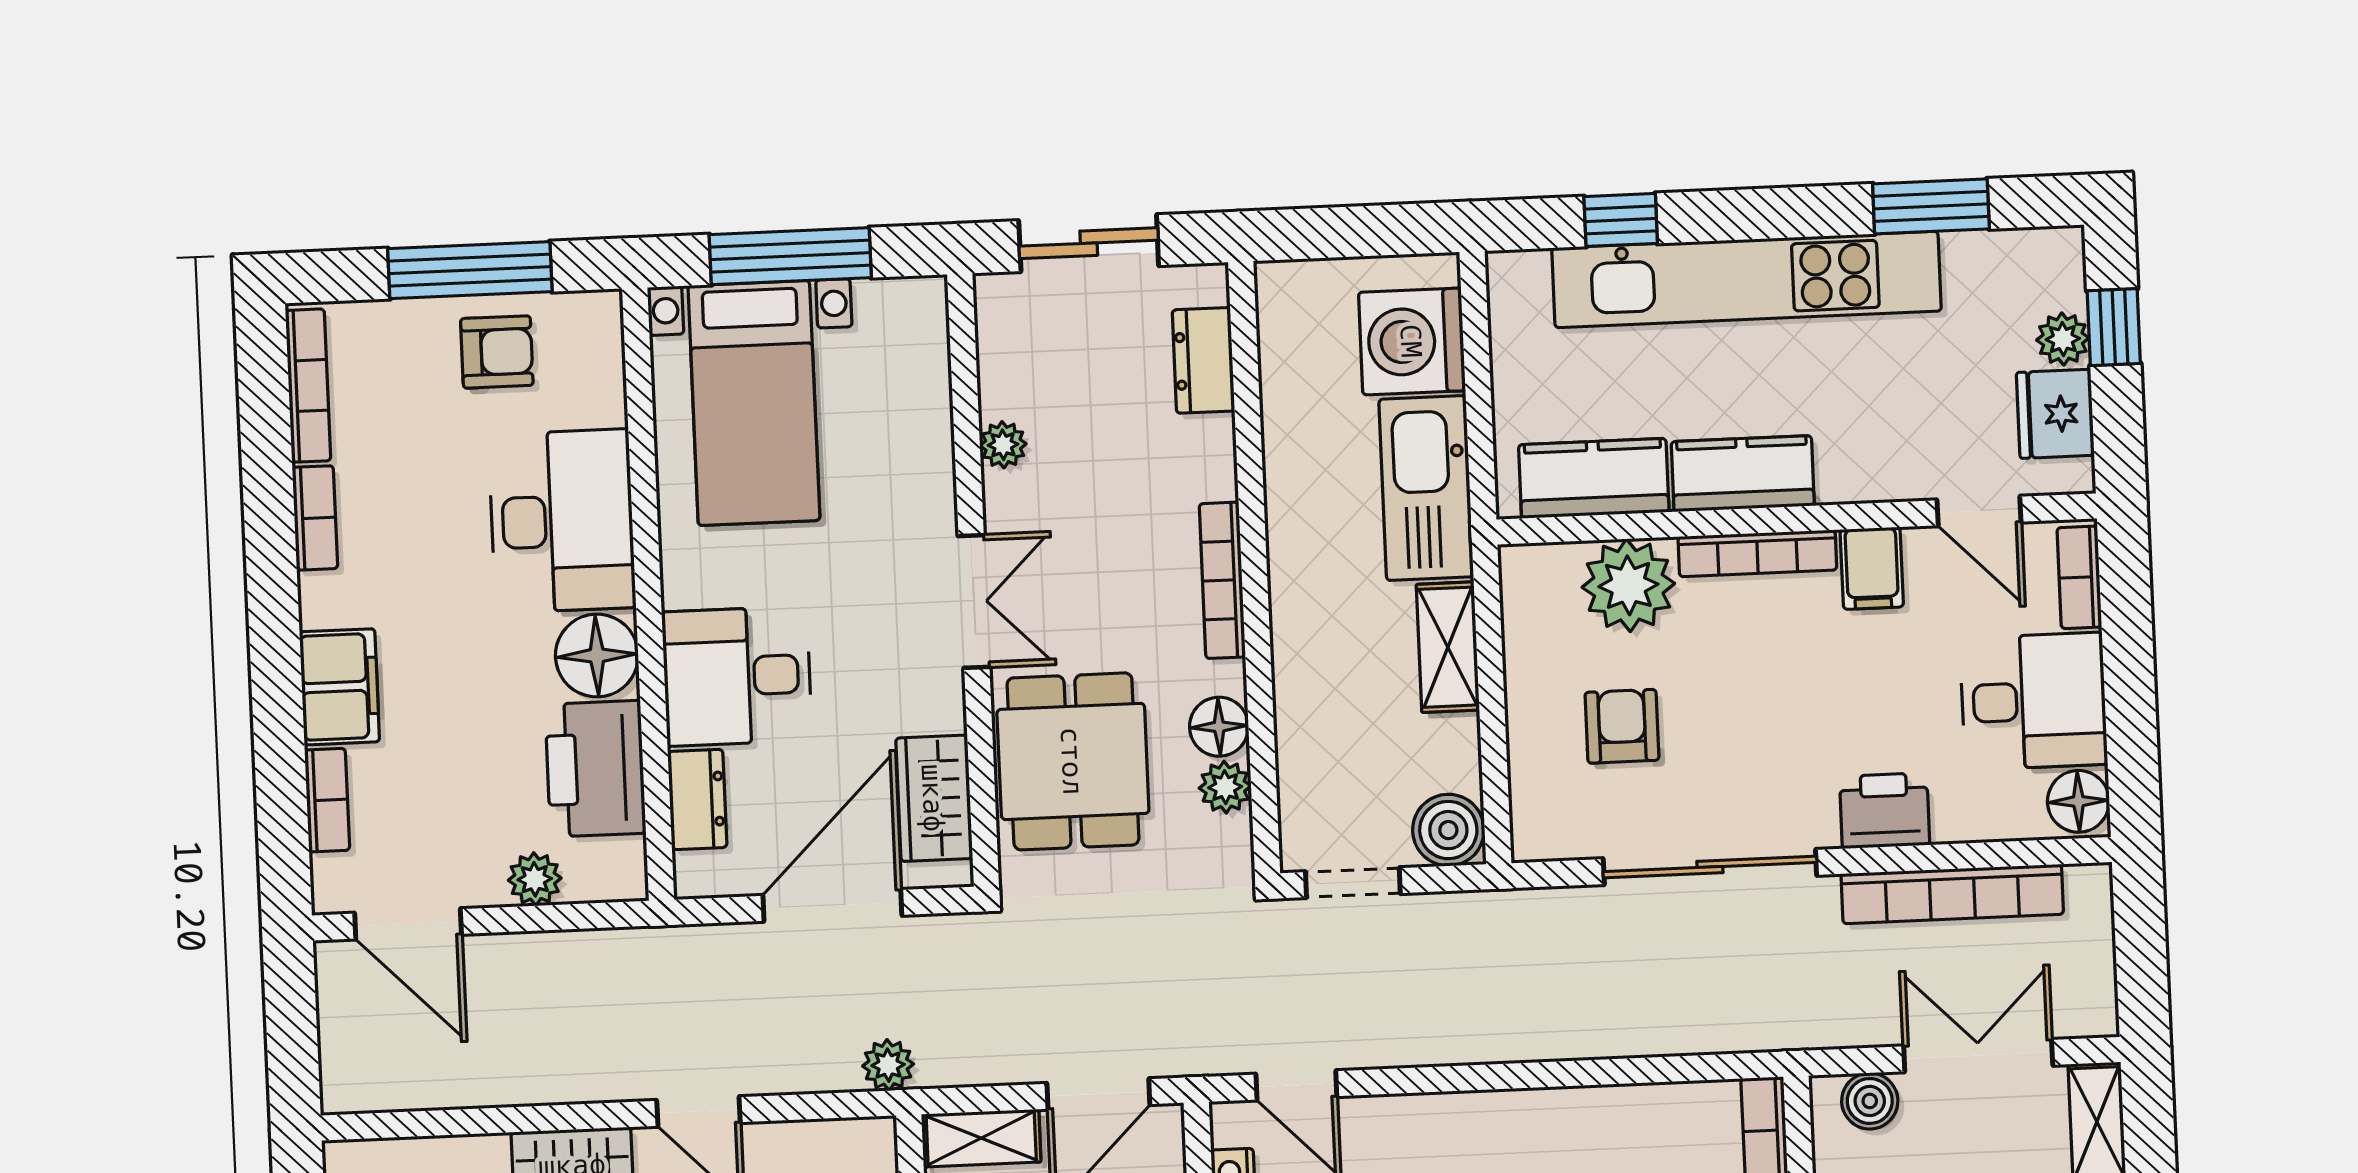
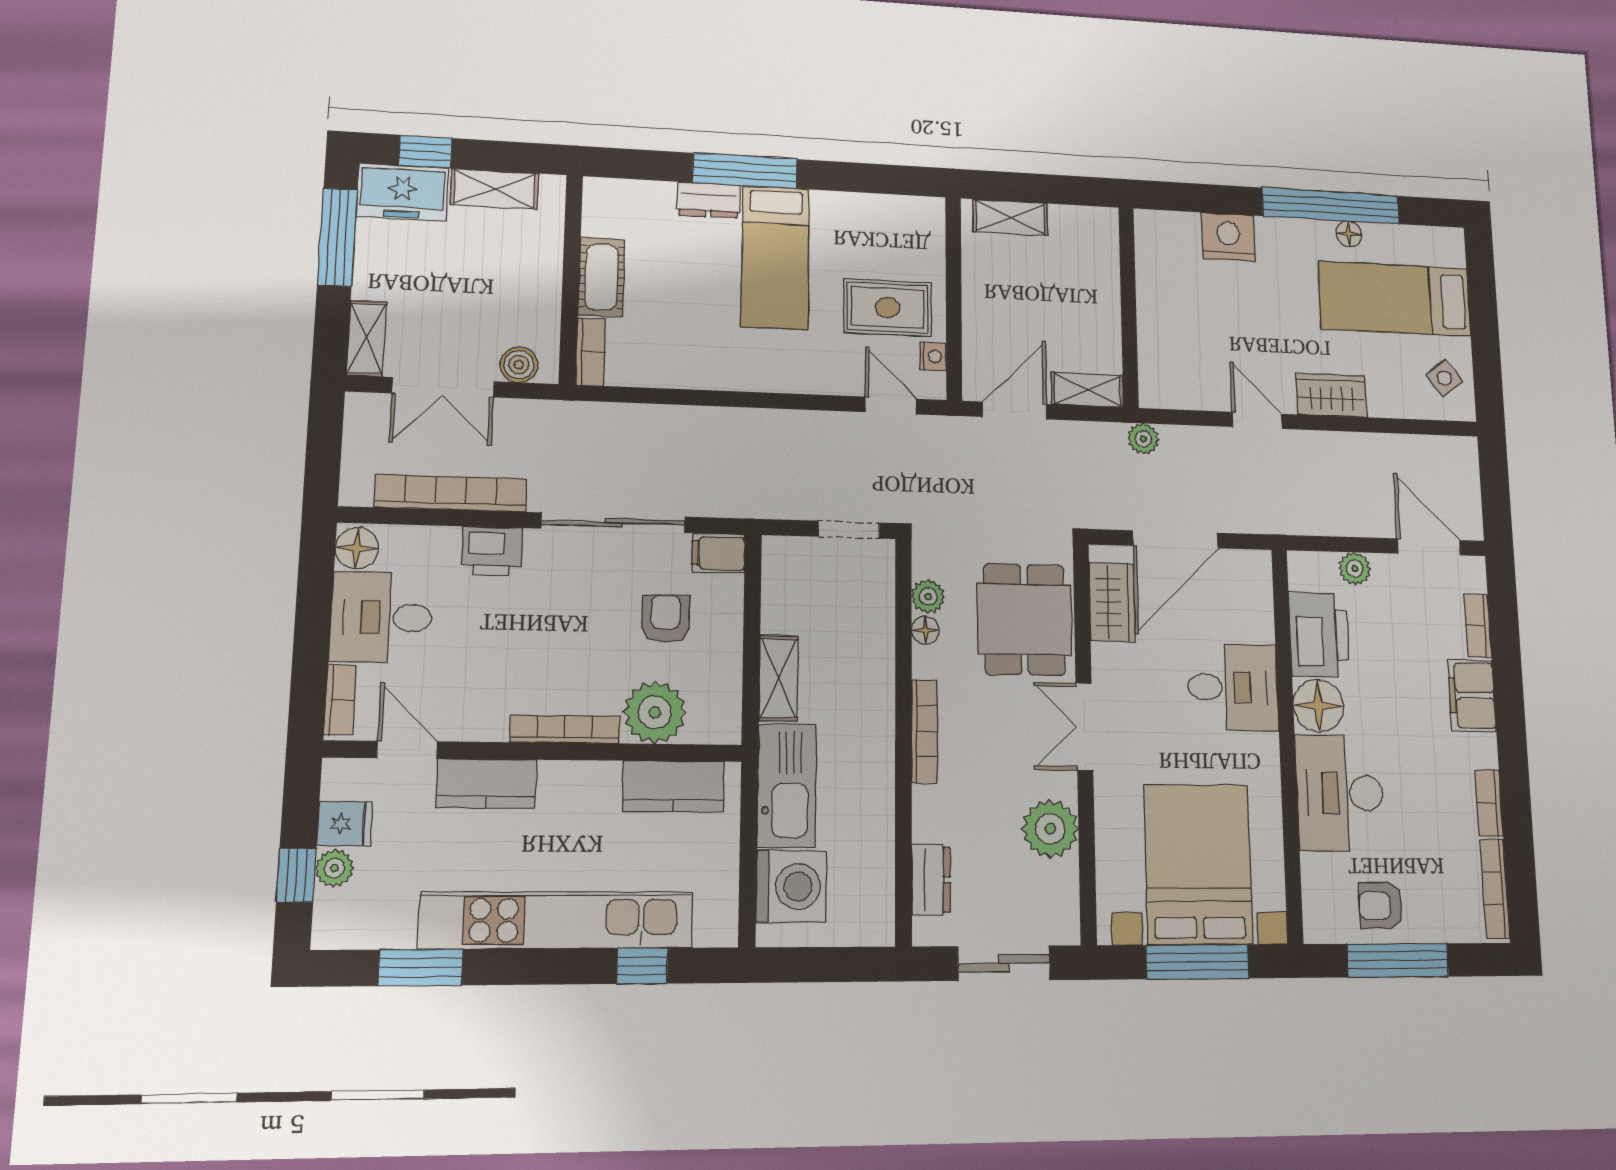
bed with nightstands: (754, 403) -> (1198, 864), width x1.36
fridge: (2055, 414) -> (345, 824), width x0.72
plant: (1003, 445) -> (1050, 829), width x1.88, depth x1.88
kitchen counter: (1743, 474) -> (487, 784), moved
filing cabinet: (1872, 568) -> (718, 553), moved, turned -90
armchair: (1622, 726) -> (666, 619), turned 180
floor lamp: (1219, 727) -> (925, 630), width x0.73, depth x0.73
dresser: (697, 799) -> (1257, 611), removed
boiler: (1448, 830) -> (785, 559), removed

